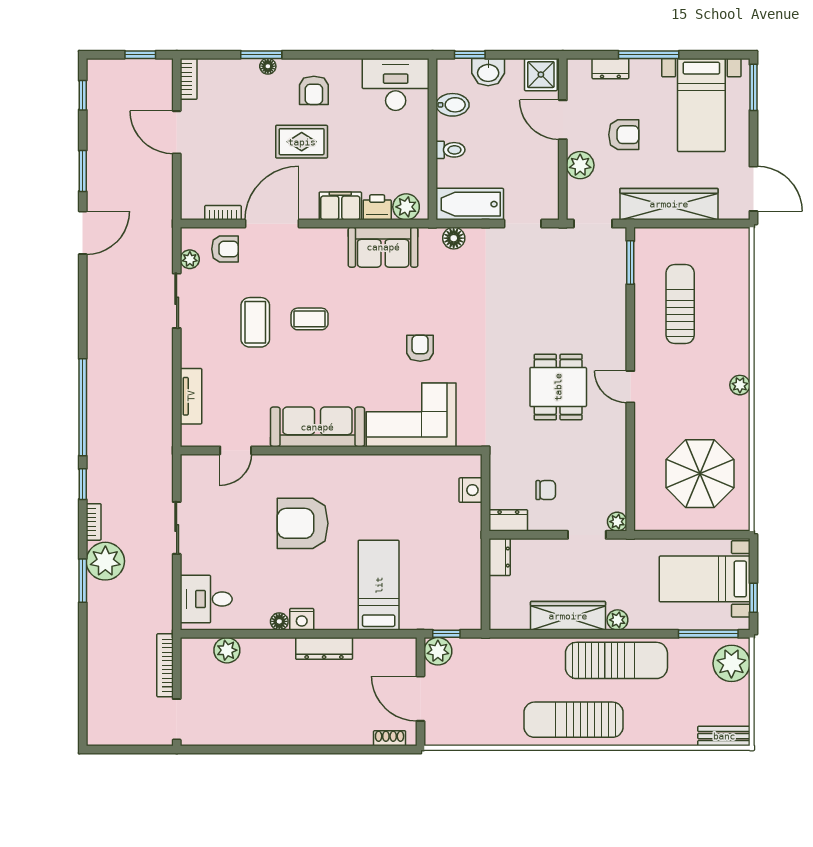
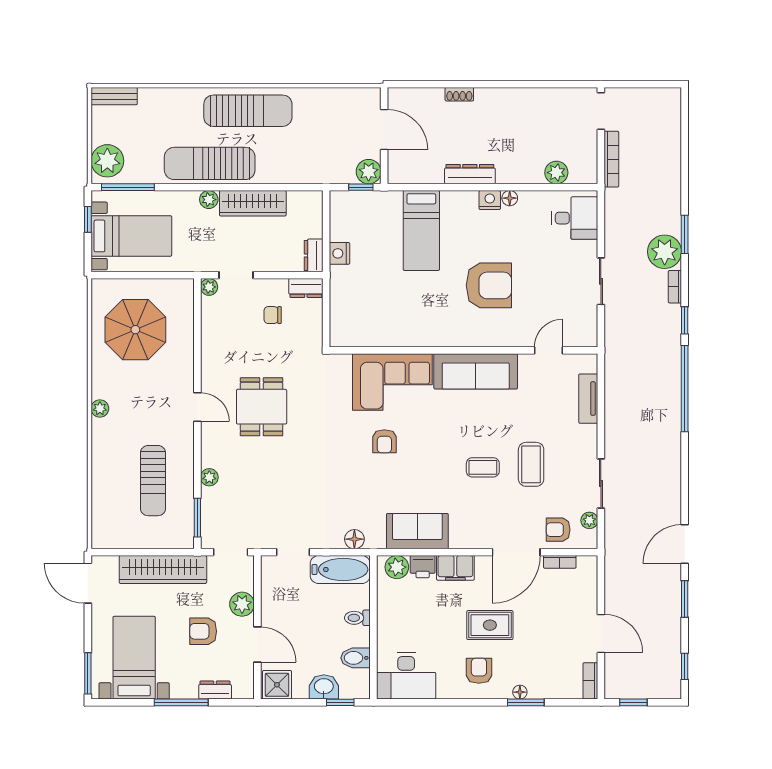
plant: (617, 308) -> (209, 477), added
nightstand: (471, 490) -> (339, 253), moved
shoe rack: (390, 738) -> (459, 94), moved

